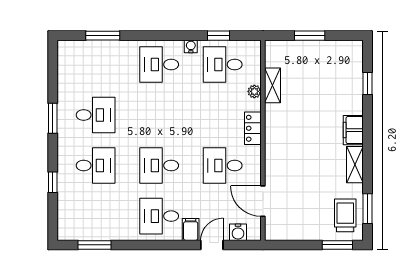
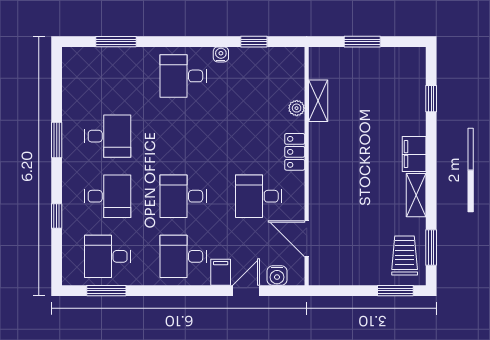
desk: (223, 64) -> (108, 256), moved

